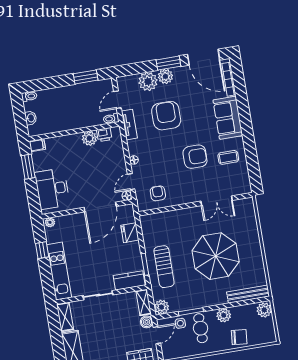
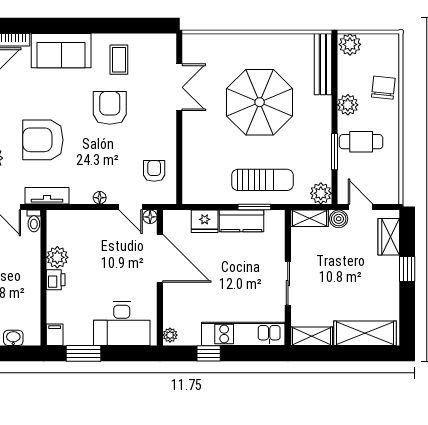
printer: (104, 135) -> (56, 280), moved
armchair: (158, 193) -> (154, 171), turned 90
kitchen counter: (129, 280) -> (241, 221), moved, turned -90
side table: (180, 323) -> (349, 170), removed

